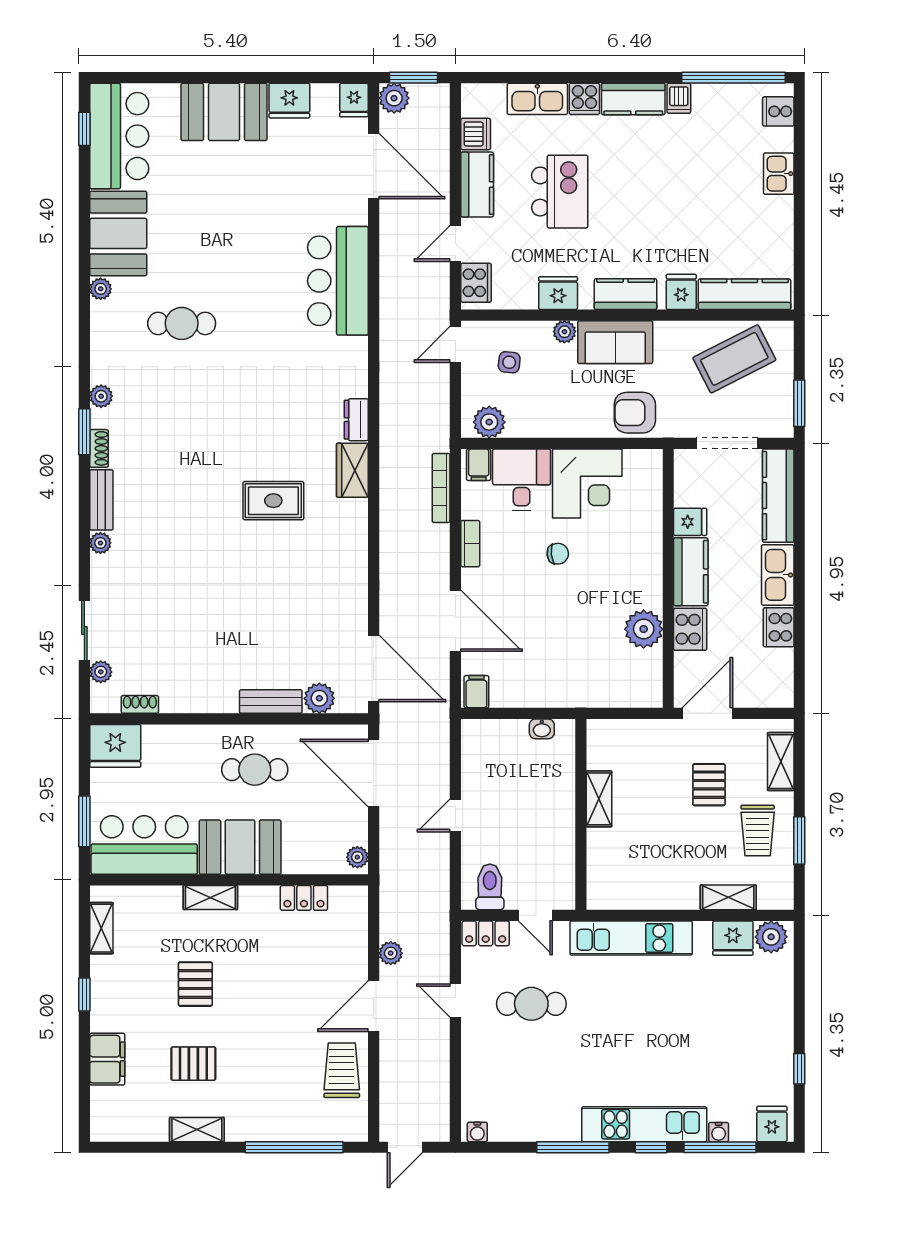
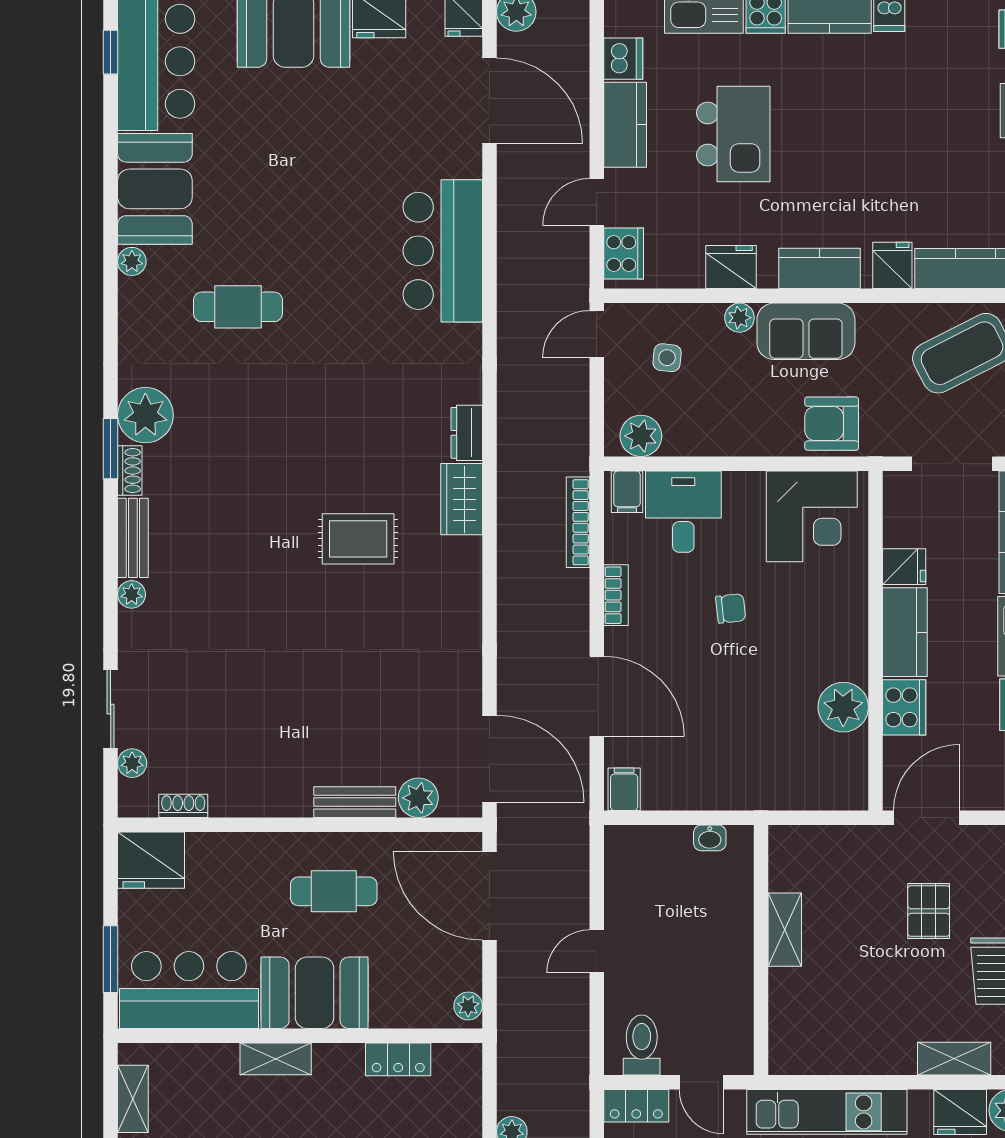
plant: (101, 396) -> (145, 415), width x1.88, depth x1.88
corner desk: (587, 483) -> (812, 516), moved

